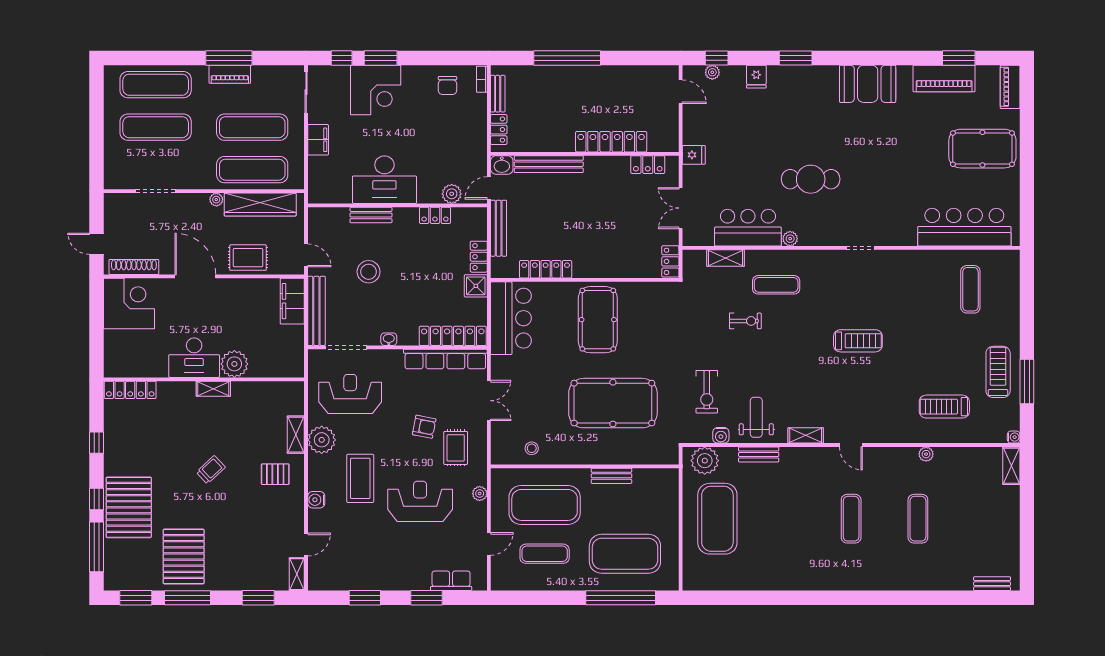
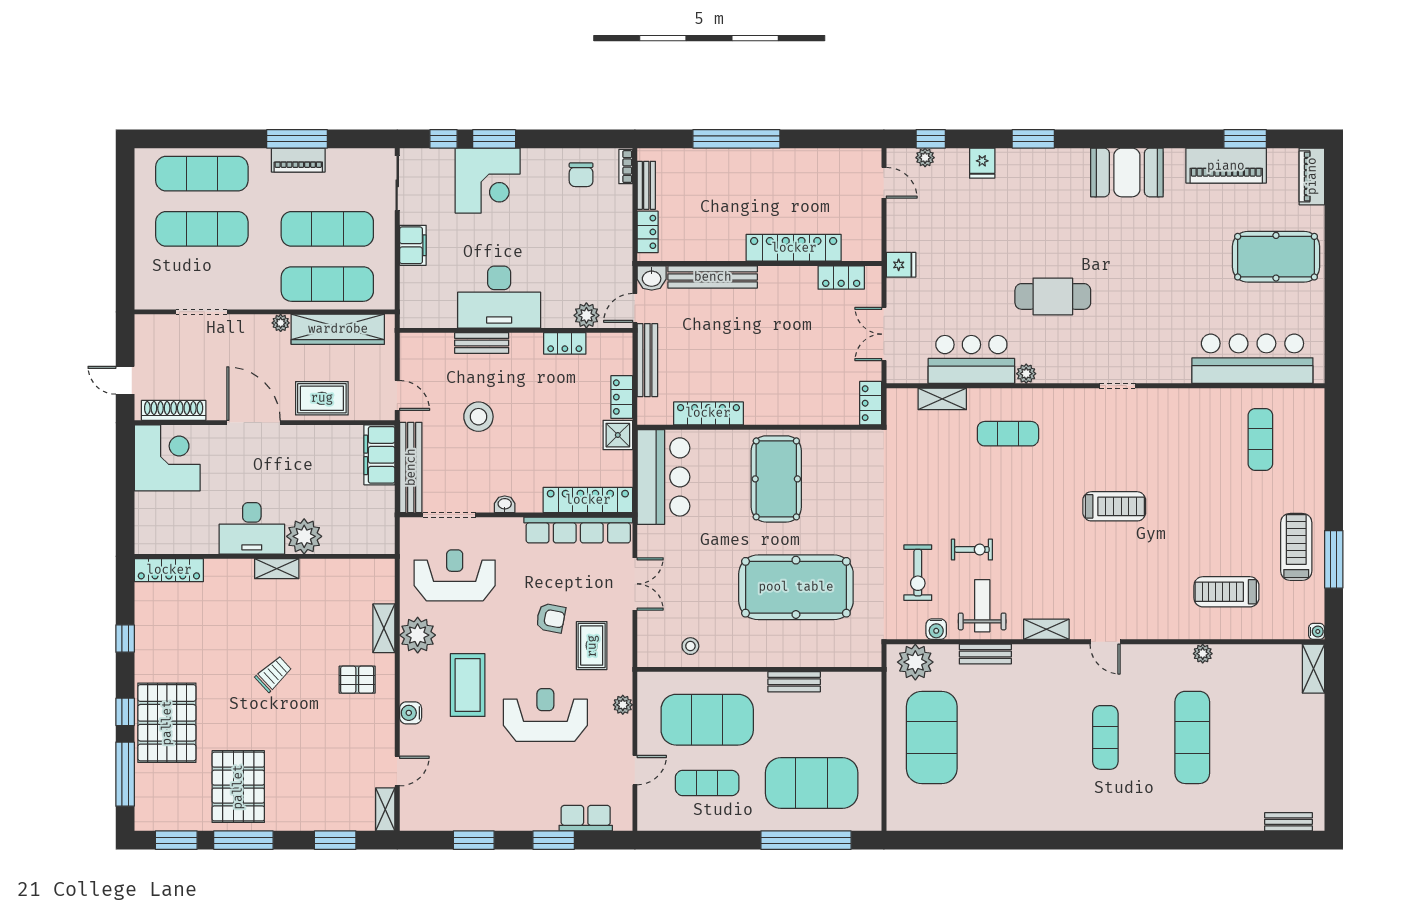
exercise bike: (745, 321) -> (972, 550), moved
exercise mat: (918, 519) -> (1192, 737), width x1.36, depth x1.45

